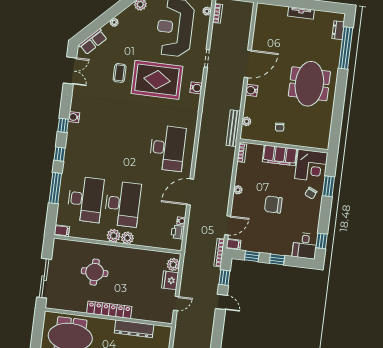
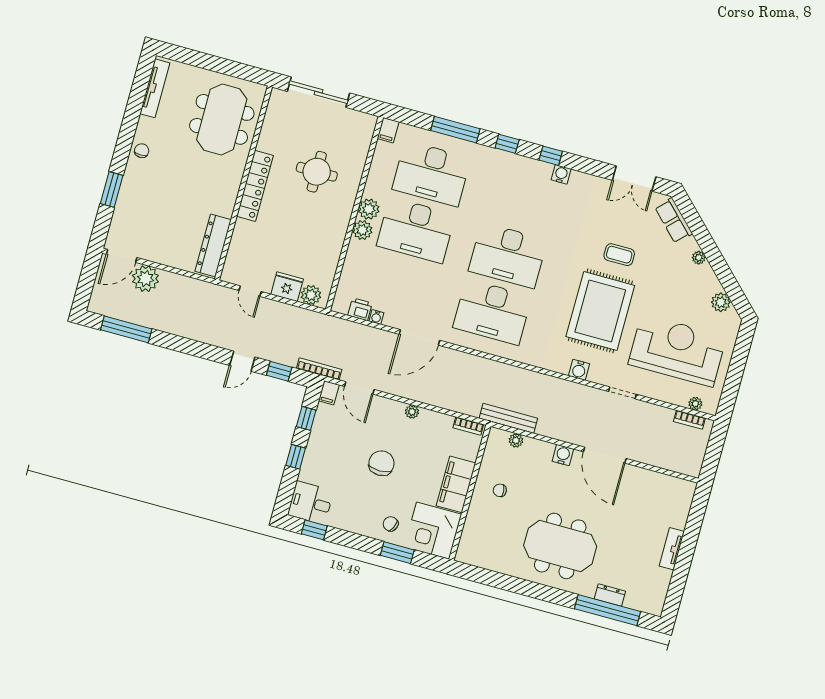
dresser: (338, 30) -> (610, 595), moved
desk: (130, 143) -> (508, 255), added
door: (190, 192) -> (419, 337), swing flipped
dresser: (134, 329) -> (213, 245), moved

